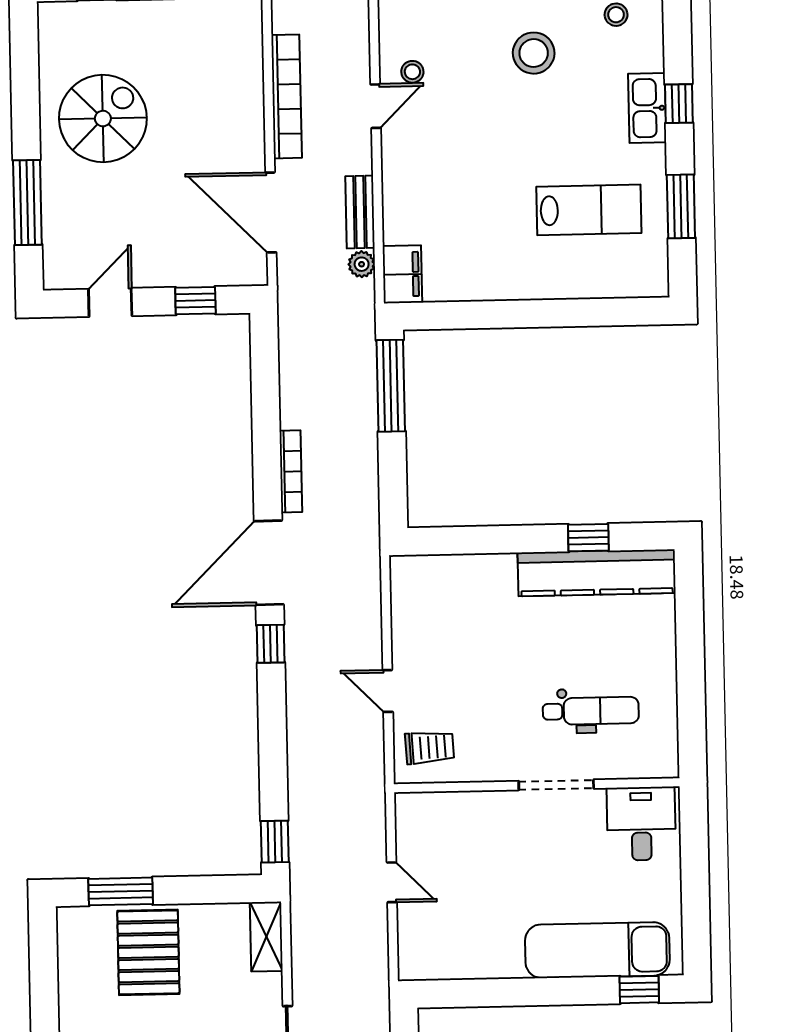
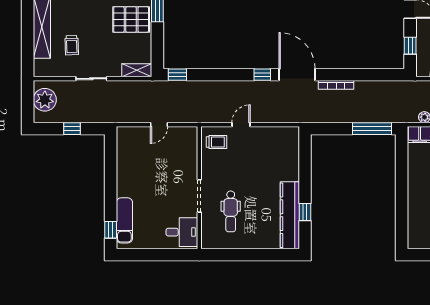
trolley: (430, 747) -> (216, 142), turned -87
exam couch: (597, 950) -> (124, 220), width x0.73, depth x0.69

